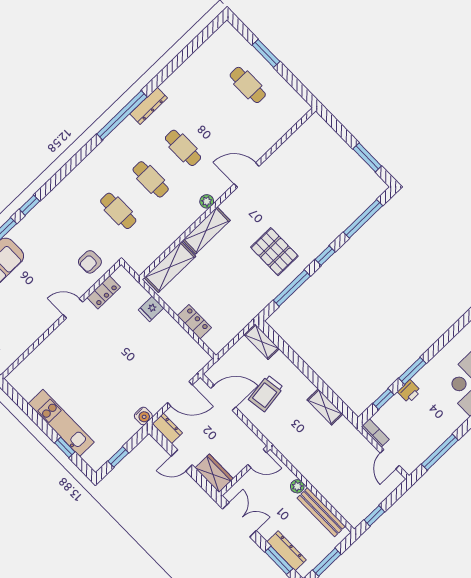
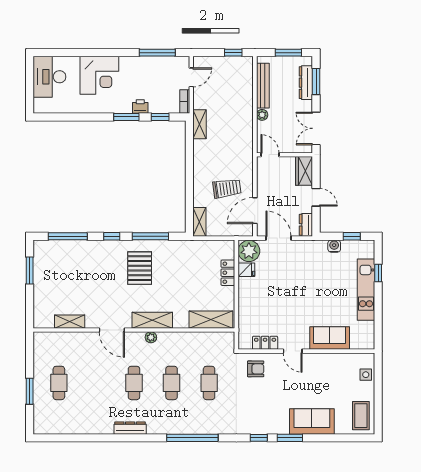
window: (122, 115) -> (192, 438), moved
shelving: (290, 147) -> (70, 322), added
shelving: (206, 230) -> (152, 320), moved
fridge: (151, 309) -> (246, 270), moved
sofa: (52, 351) -> (330, 338), added
plant: (195, 358) -> (249, 251), added
door: (223, 398) -> (255, 211), hinge flipped
shelving: (325, 407) -> (200, 124), moved
water cooler: (143, 416) -> (334, 246), moved

